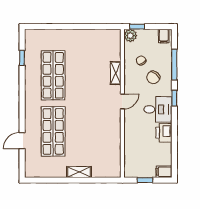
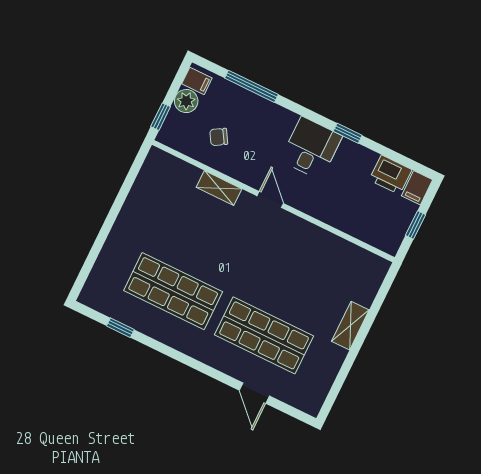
plant: (130, 36) -> (186, 101), moved
chair: (153, 77) -> (256, 131), removed
window: (174, 98) -> (348, 133), moved
printer: (164, 133) -> (391, 175), moved

